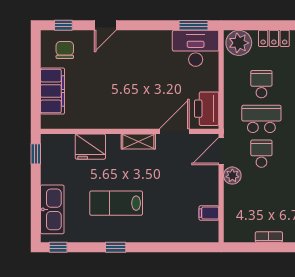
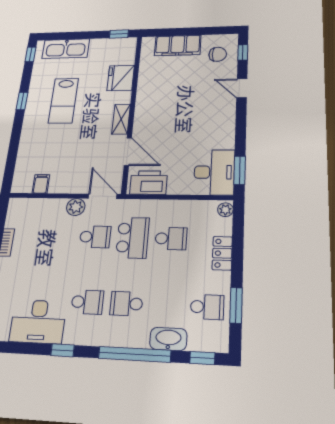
plant: (239, 43) -> (225, 210), width x0.53, depth x0.53
lab bench: (116, 203) -> (64, 101), turned 180

